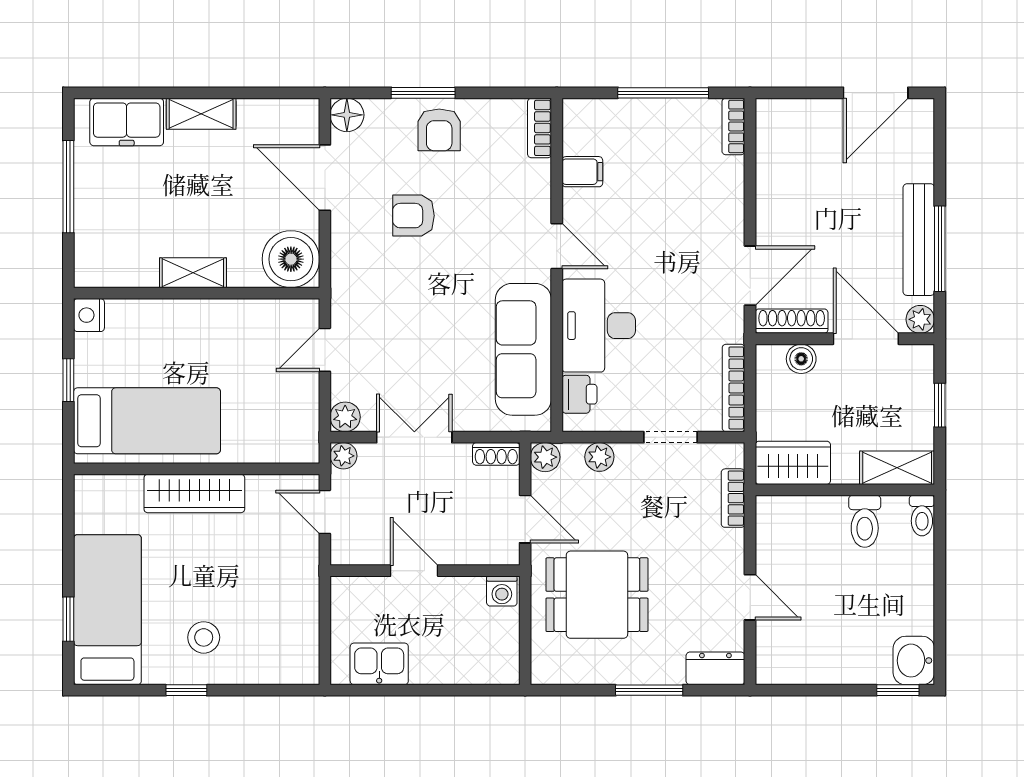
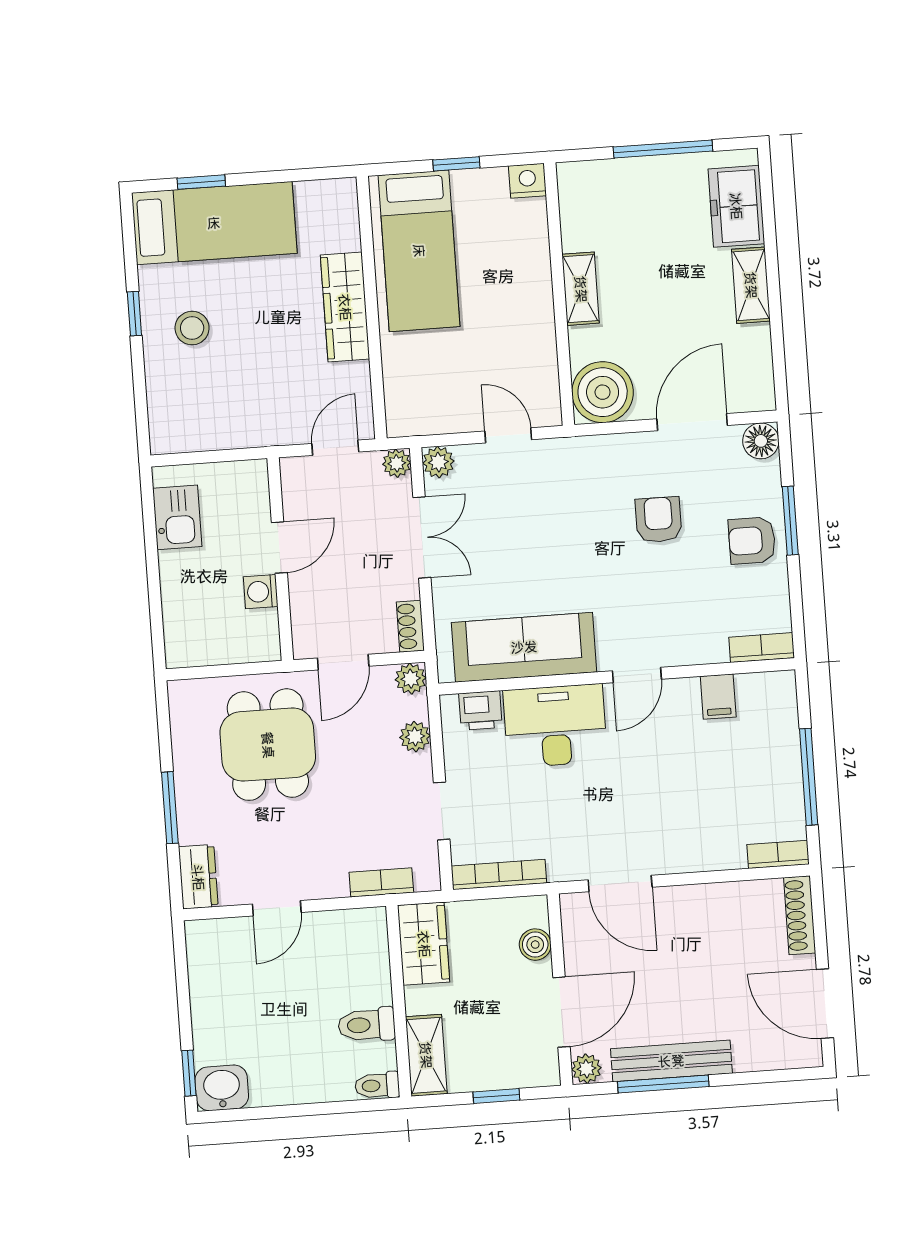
shoe rack: (792, 321) -> (800, 915), moved, turned 180
washing machine: (502, 591) -> (261, 592), moved

